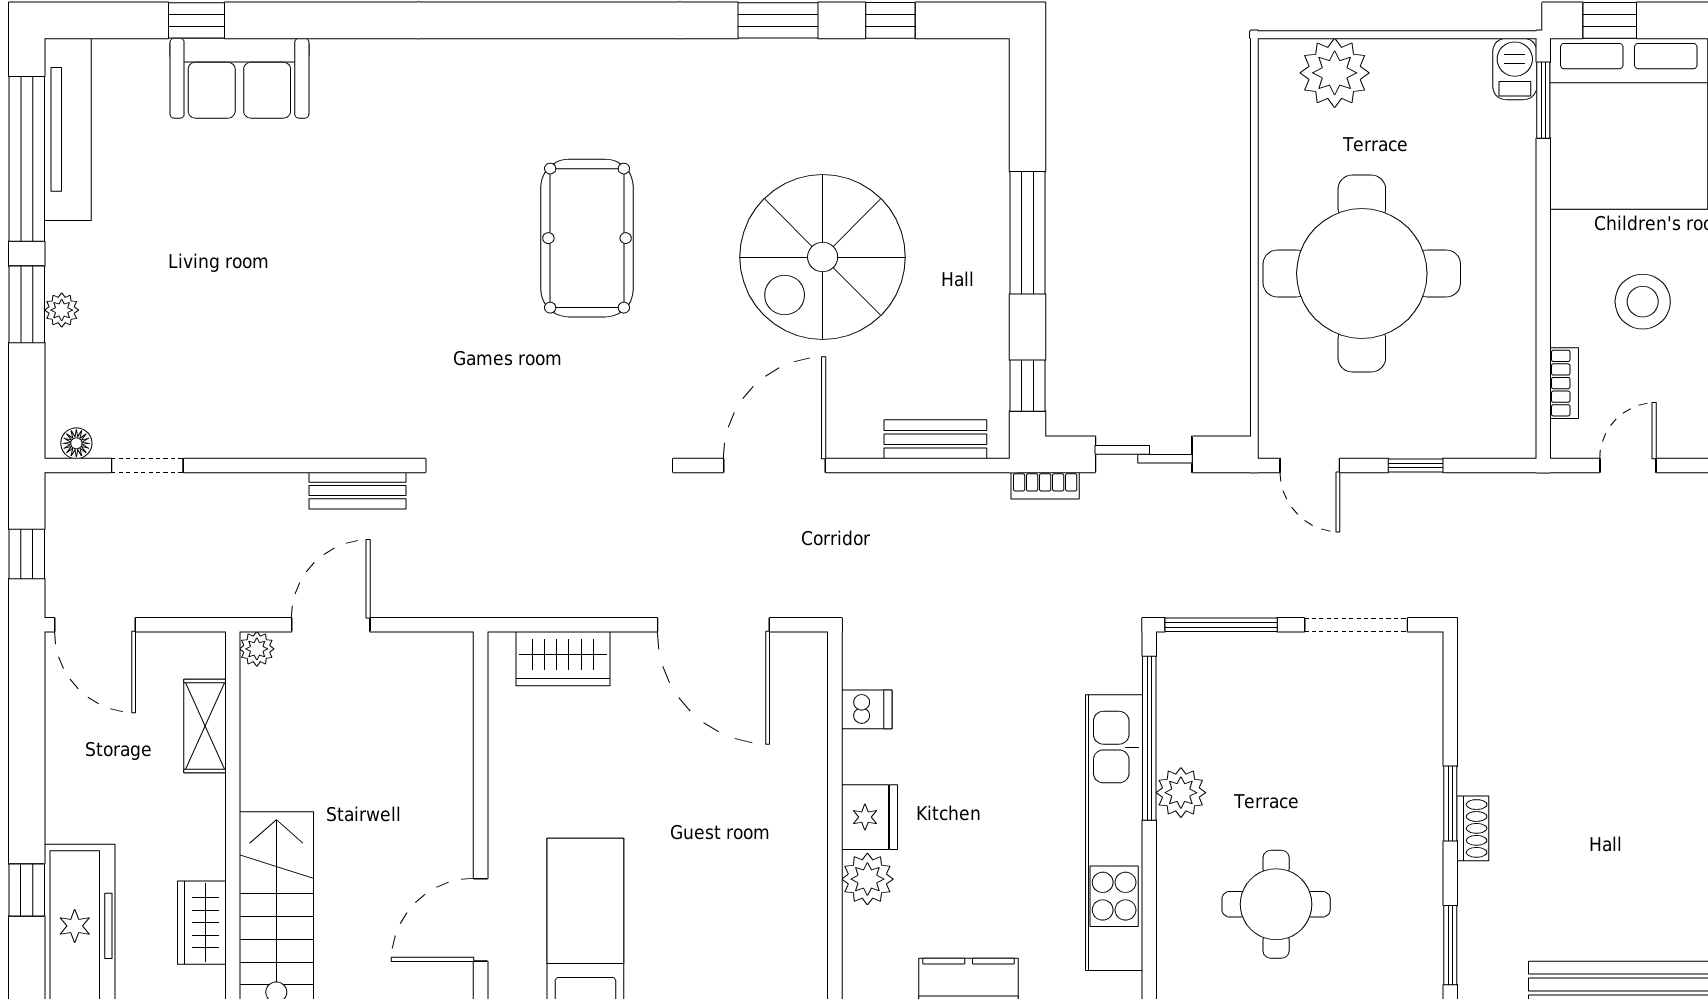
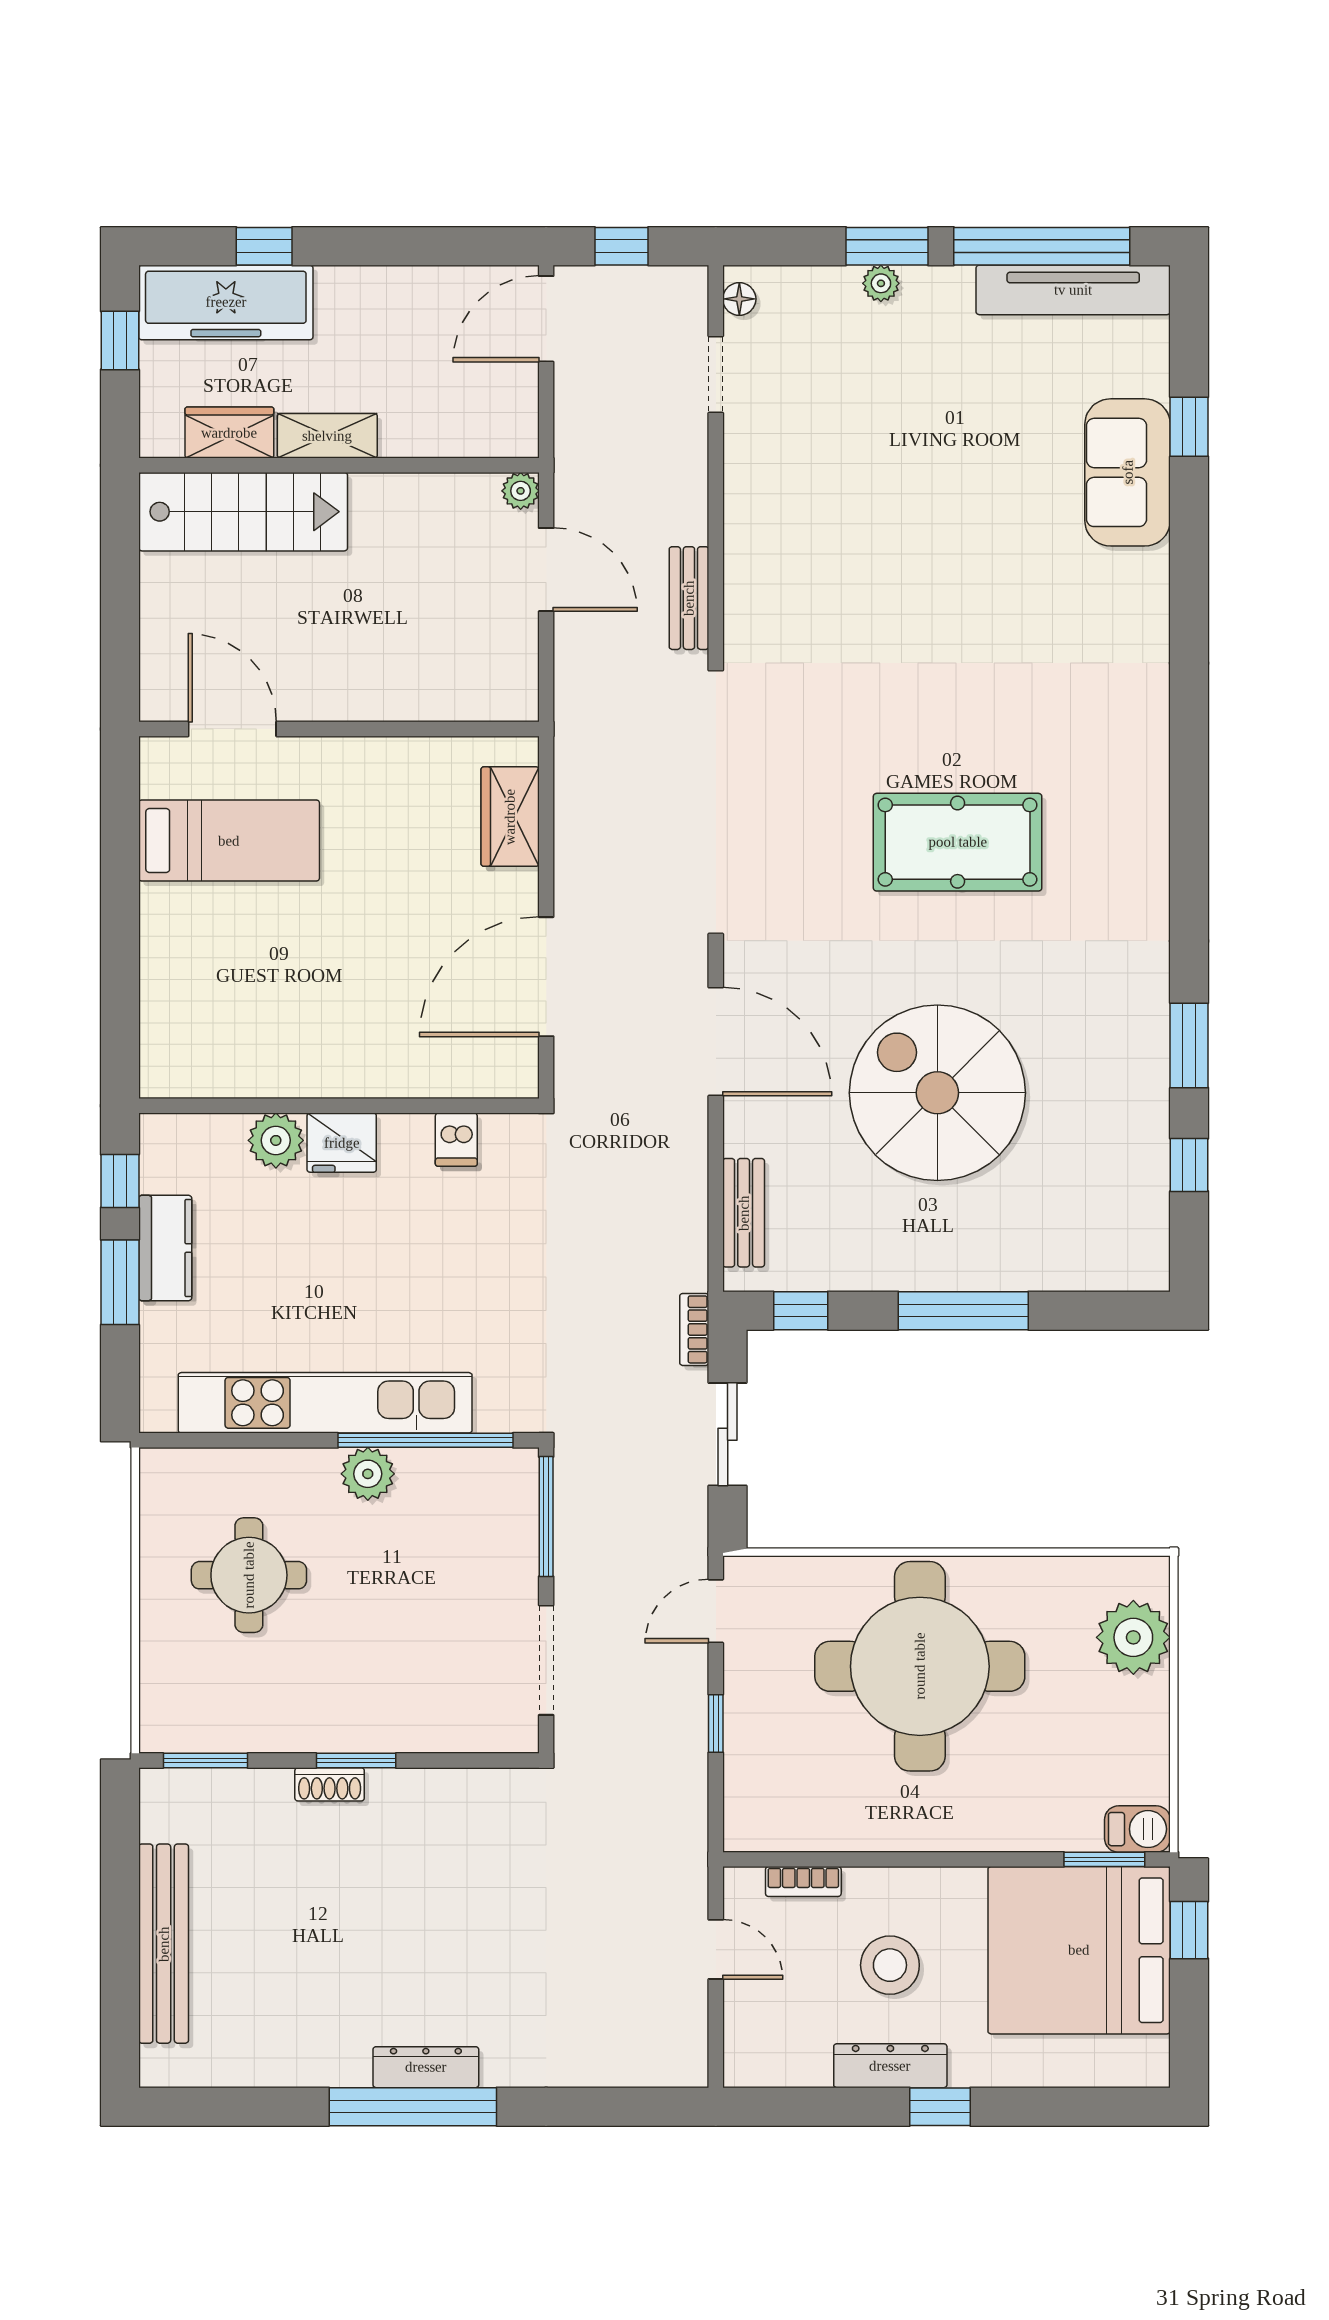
shelving: (205, 726) -> (327, 436), moved

